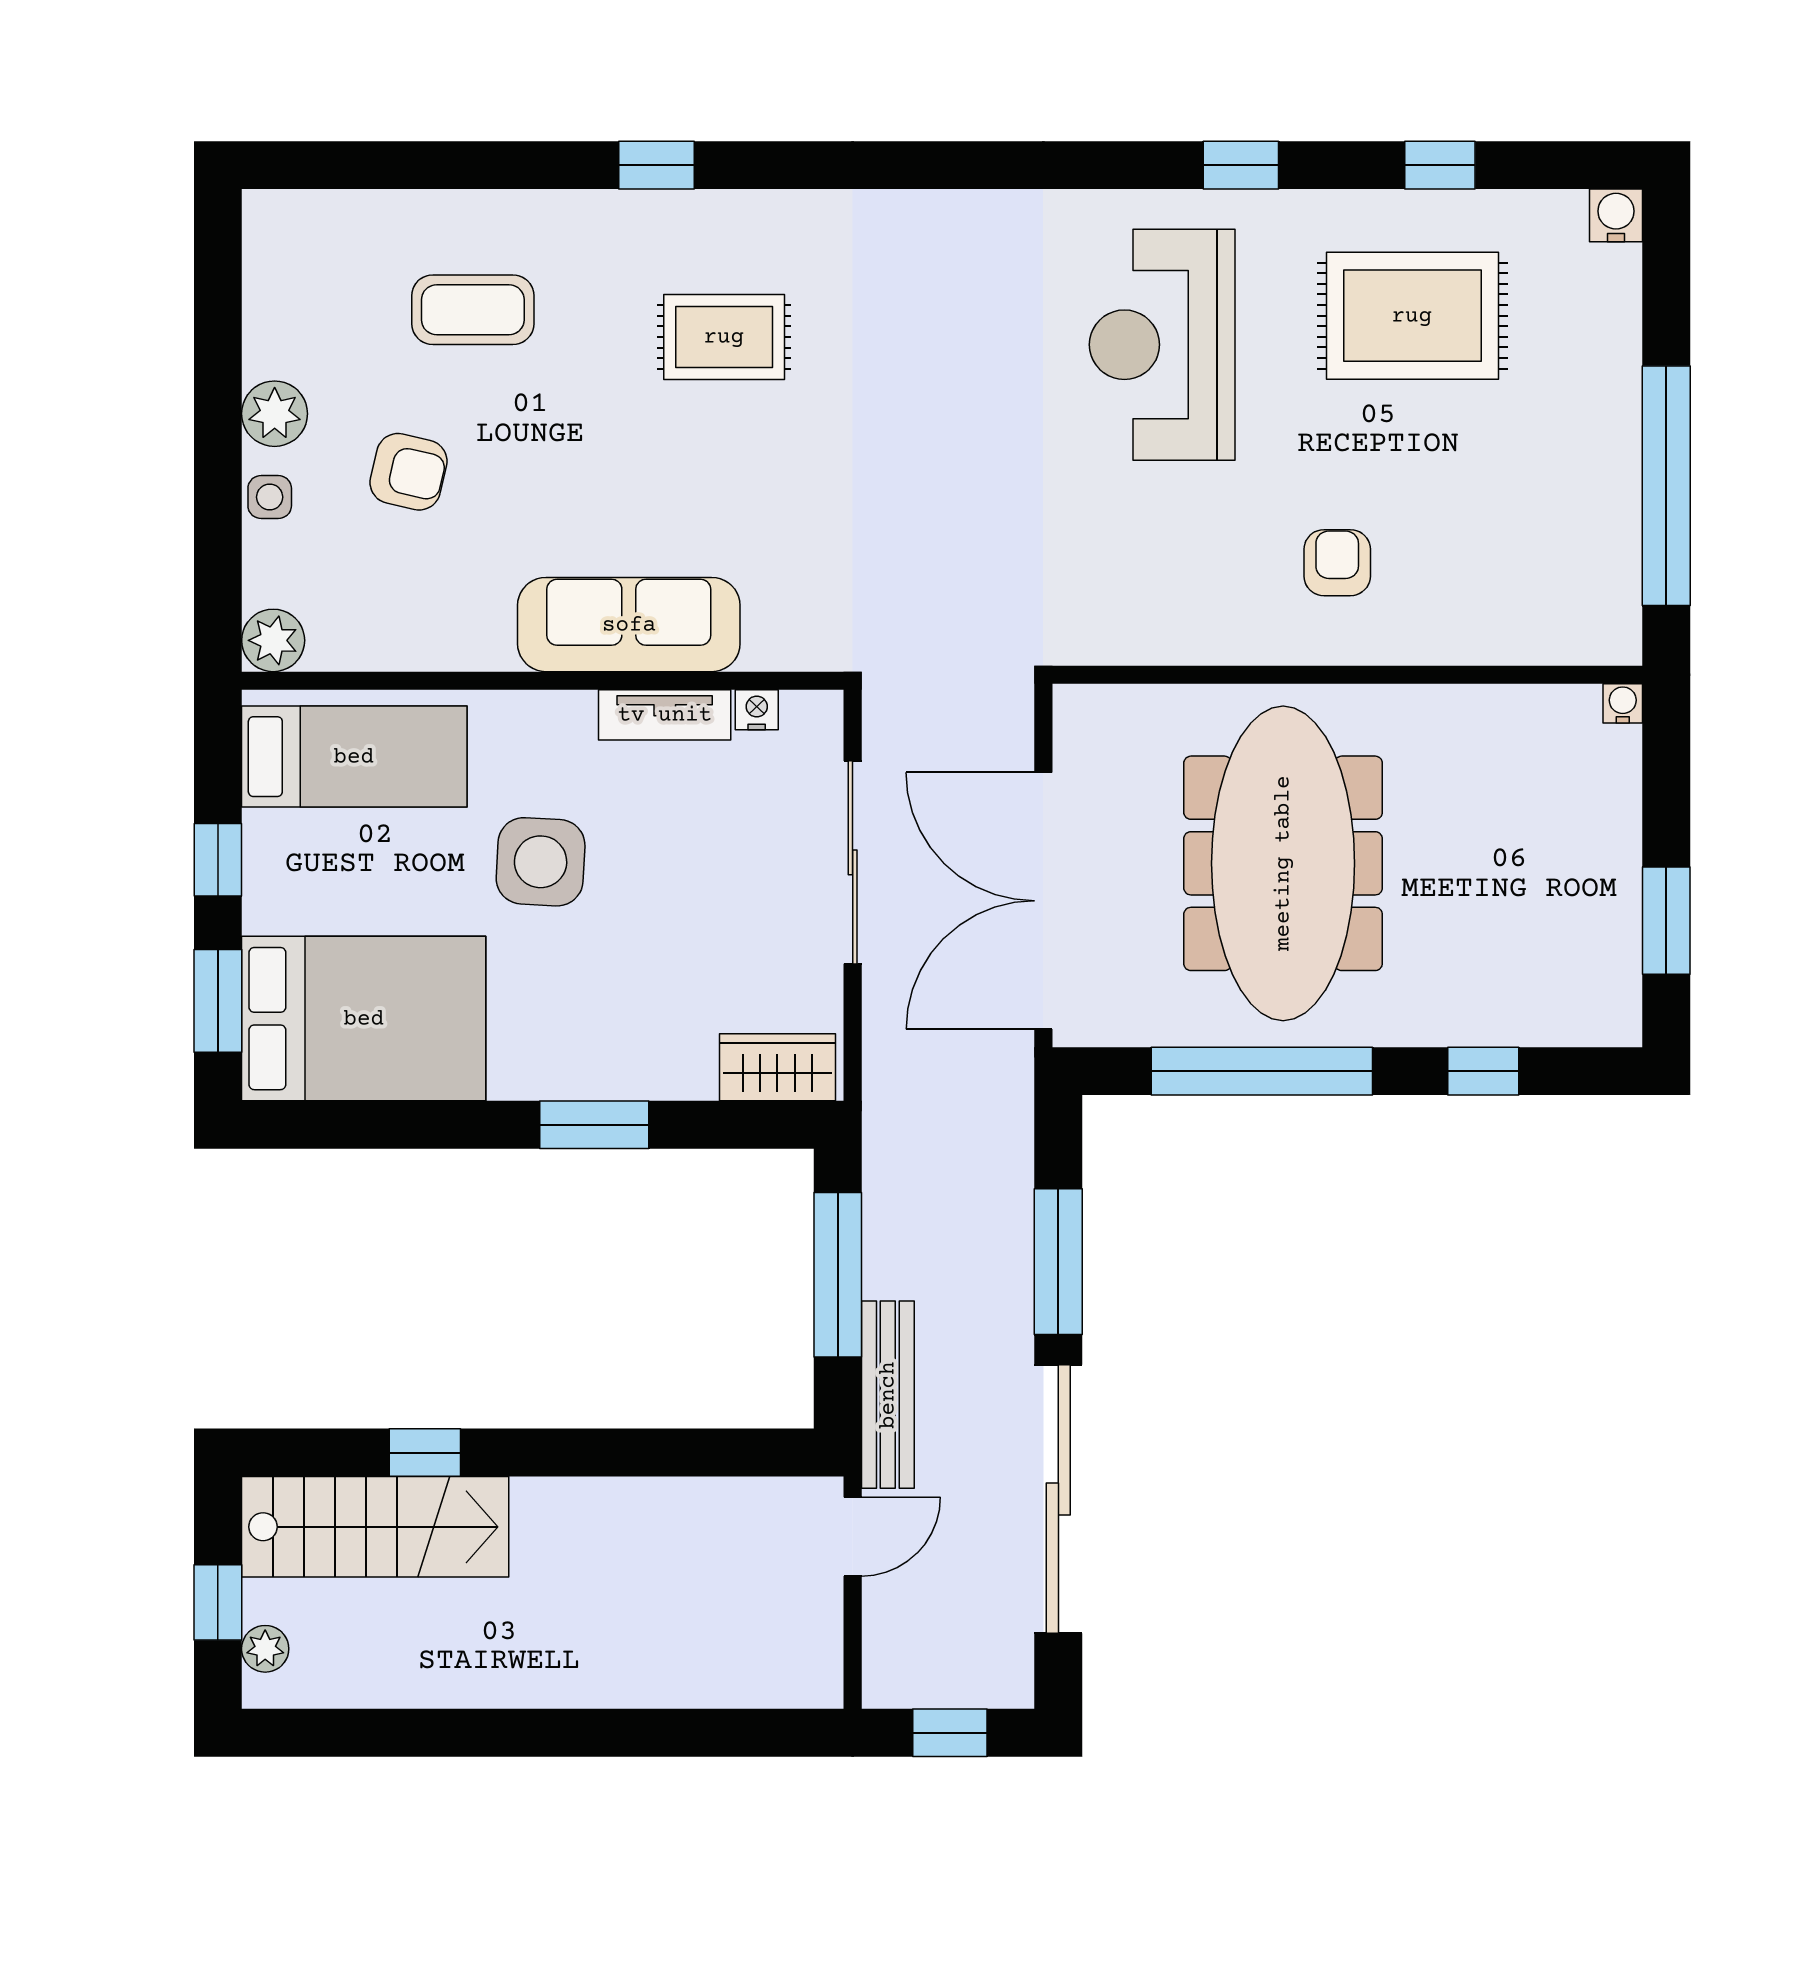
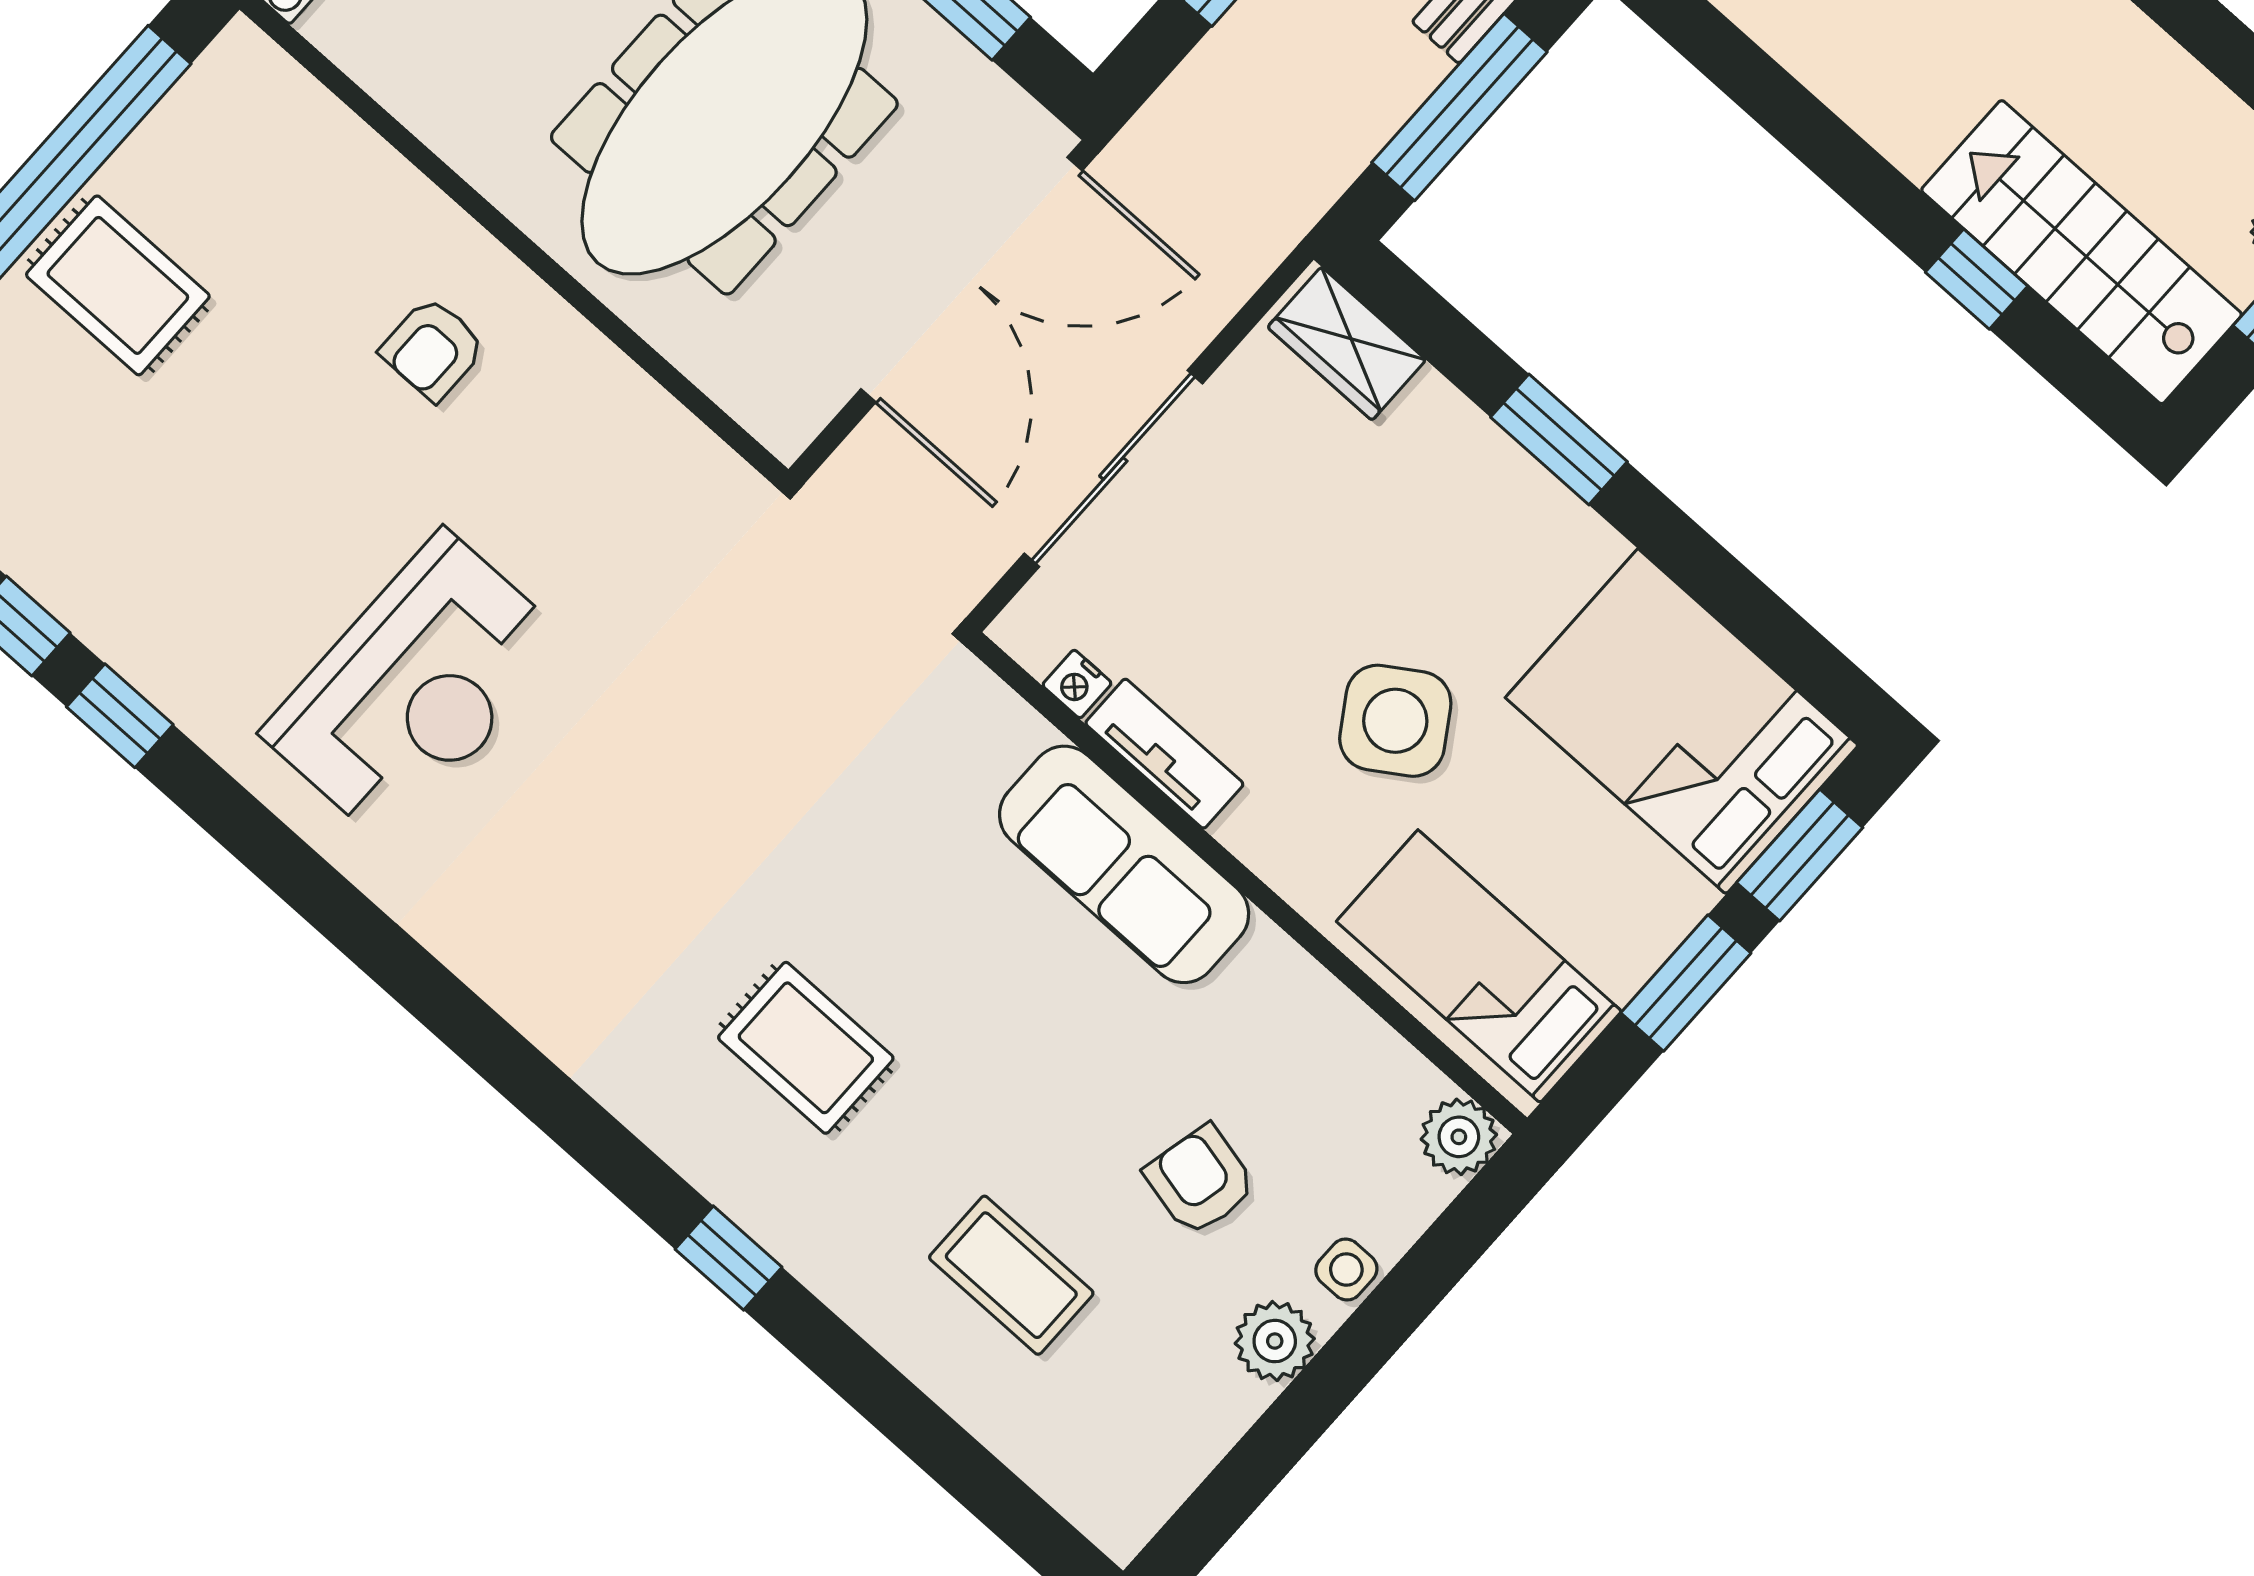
window: (1241, 165) -> (120, 716), moved
rug: (1412, 316) -> (118, 285), moved, width x0.73, depth x0.70
window: (218, 860) -> (1686, 983), width x1.50
side table: (541, 862) -> (1395, 721), turned -36

